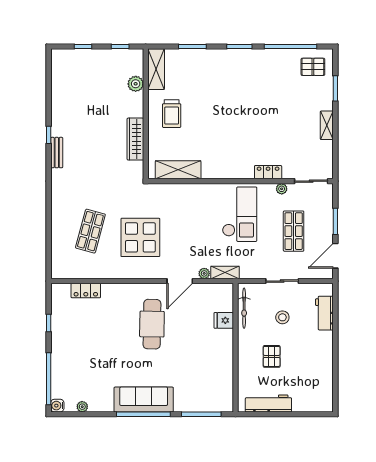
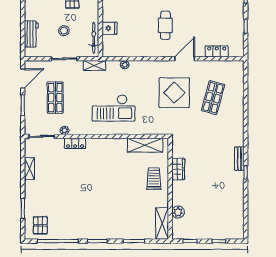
pallet: (313, 67) -> (40, 225), turned 90
trolley: (172, 114) -> (154, 179), moved
shelving: (327, 125) -> (29, 168), moved
wardrobe: (135, 139) -> (178, 169), width x0.67
checkout: (240, 214) -> (114, 108), moved, turned -90
shelving: (225, 272) -> (94, 65), moved
door: (180, 281) -> (185, 59), moved
cafe table: (152, 324) -> (165, 25), width x0.73, depth x0.74

